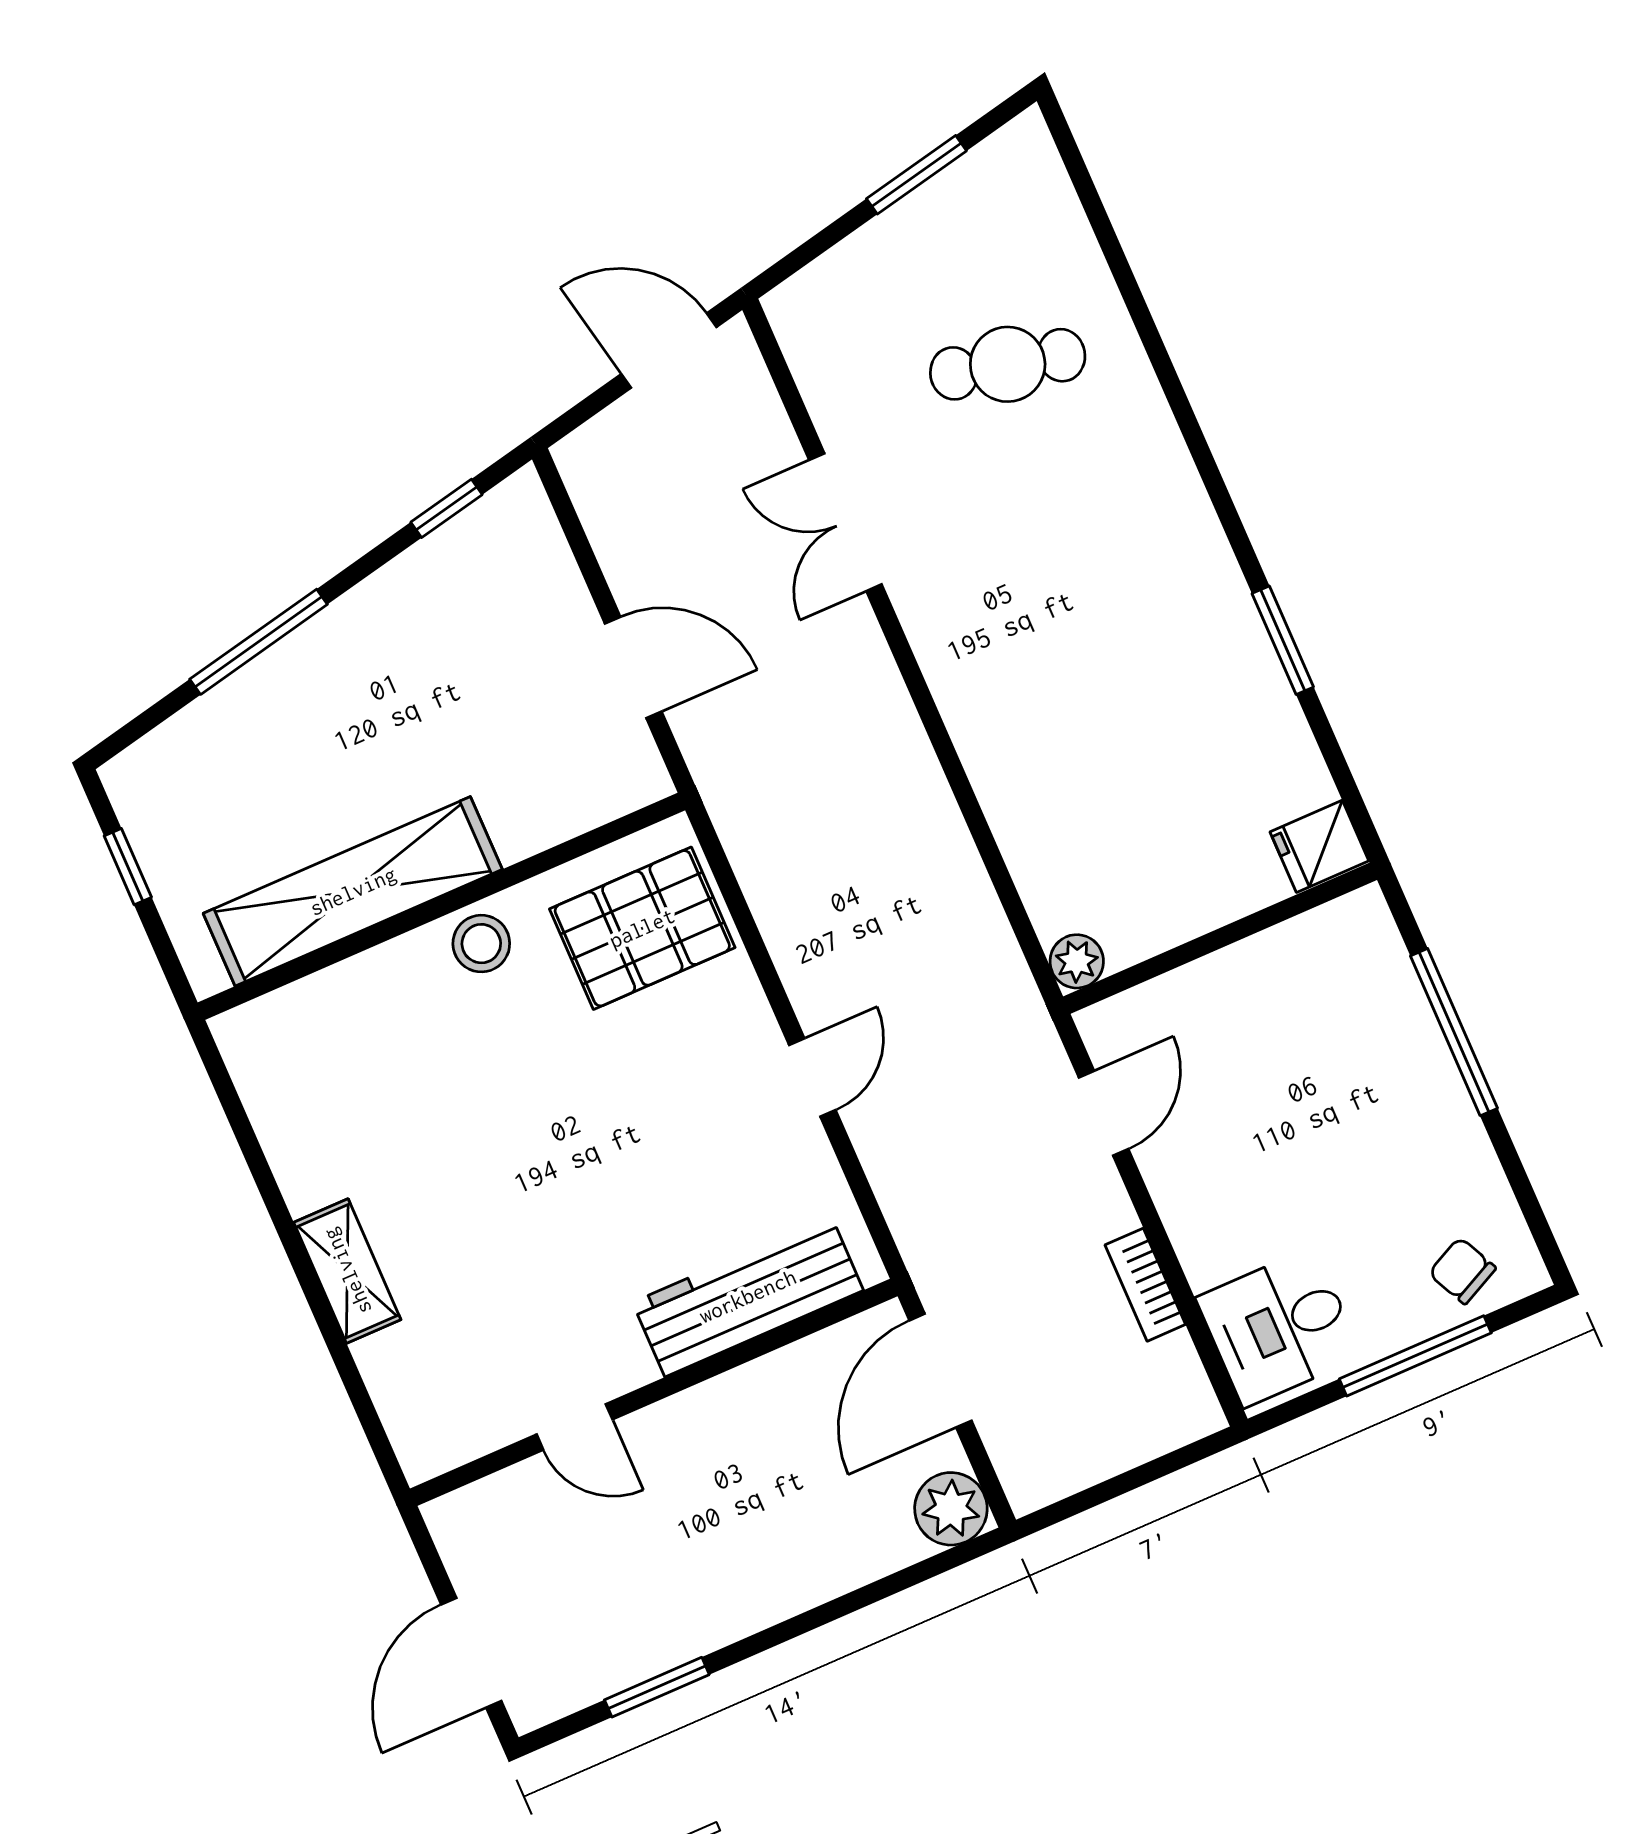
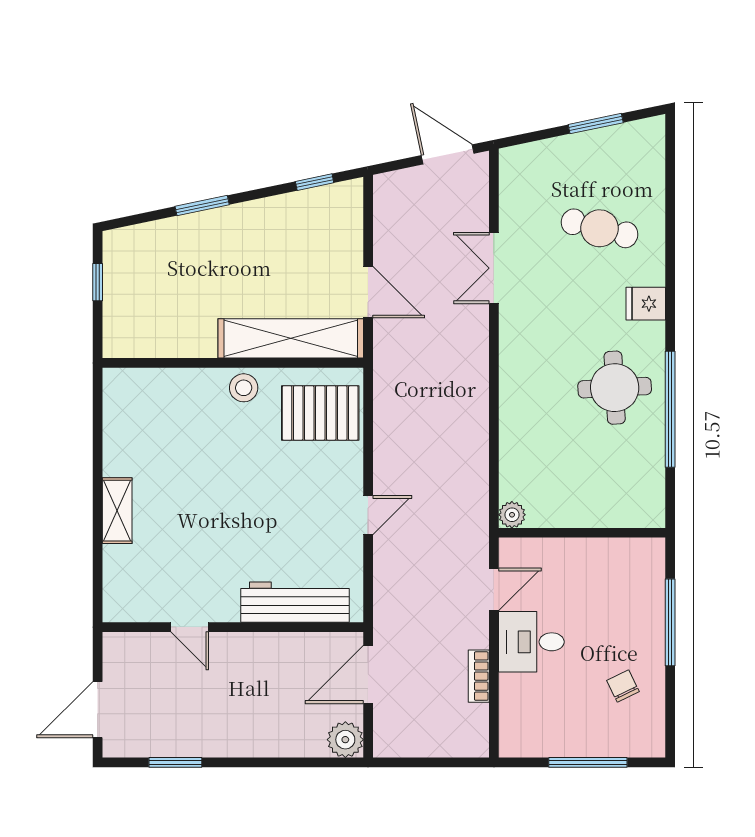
window: (1283, 640) -> (670, 409), width x2.11
window: (259, 642) -> (202, 206), width x0.69
round table: (1163, 645) -> (615, 388), added
fridge: (1319, 846) -> (646, 304), moved
shelving: (353, 891) -> (291, 338), moved
chair: (1462, 1271) -> (623, 686), moved
desk: (1279, 1327) -> (531, 642), moved

